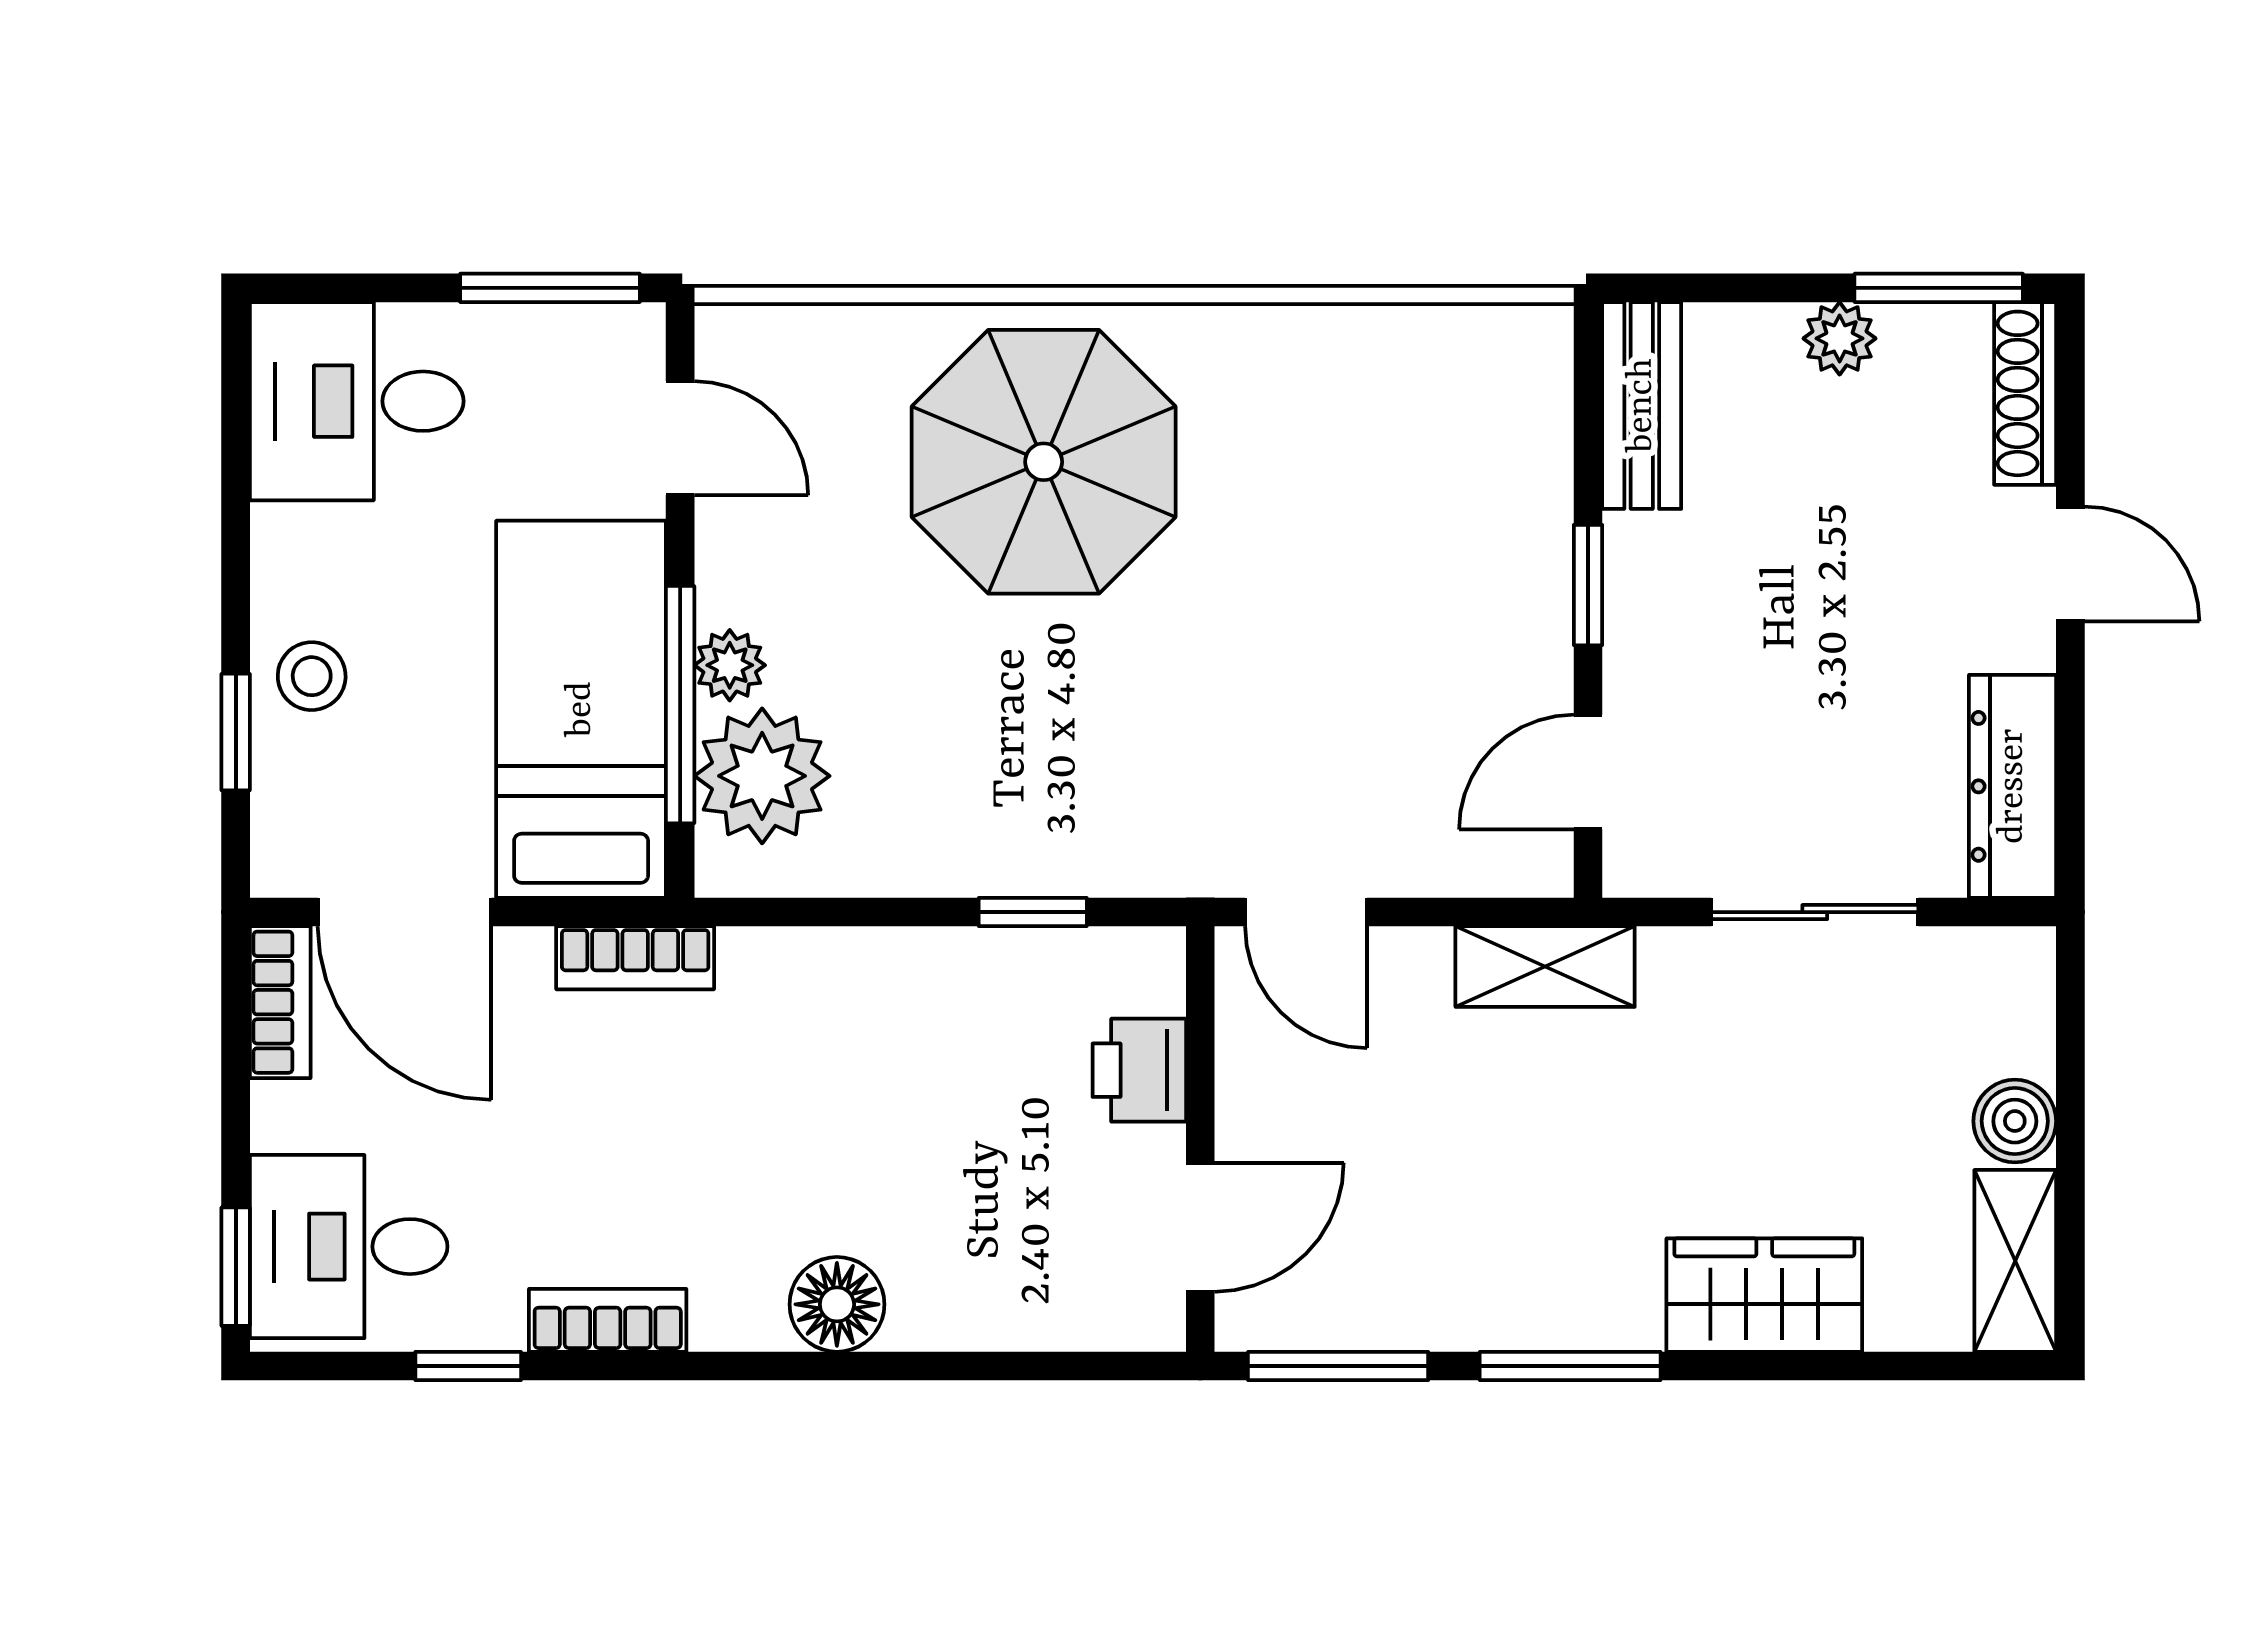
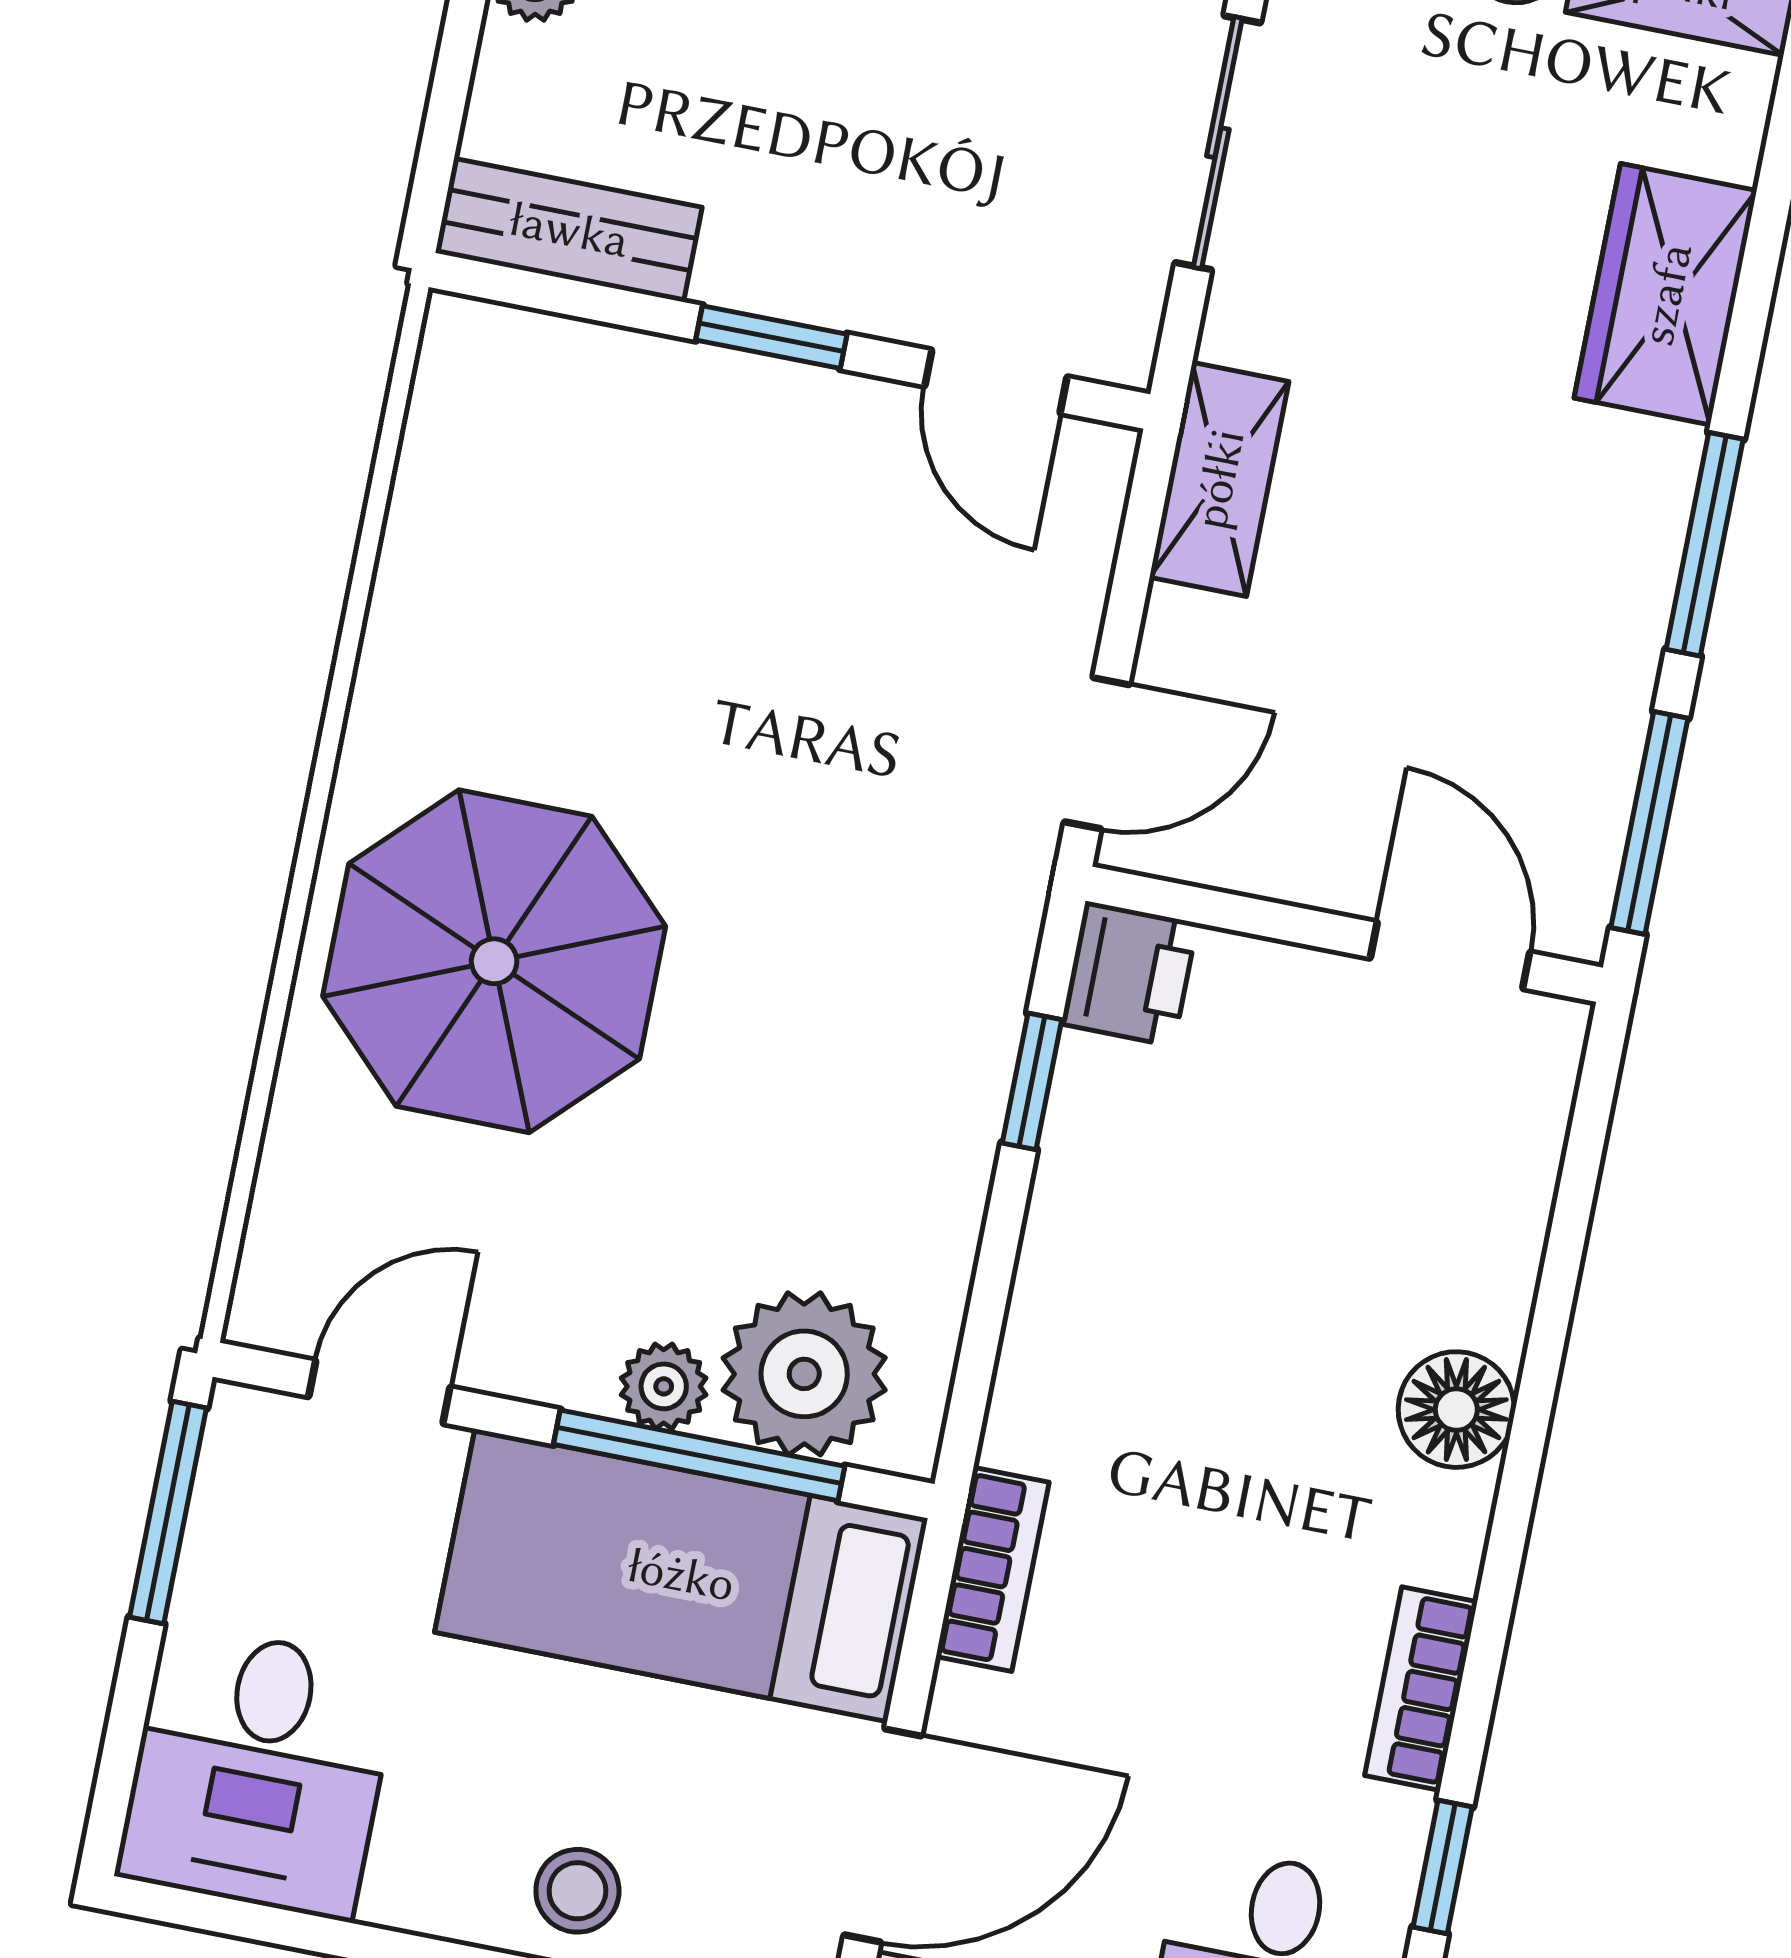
printer: (1139, 1070) -> (1129, 974), moved, turned -90

